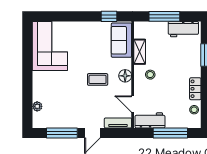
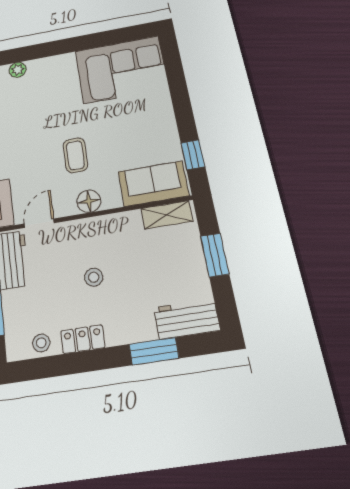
window: (164, 16) -> (215, 255), width x0.69
workbench: (183, 29) -> (187, 319), moved, turned 90
shelving: (140, 52) -> (167, 215), moved
stool: (150, 75) -> (94, 277), moved

